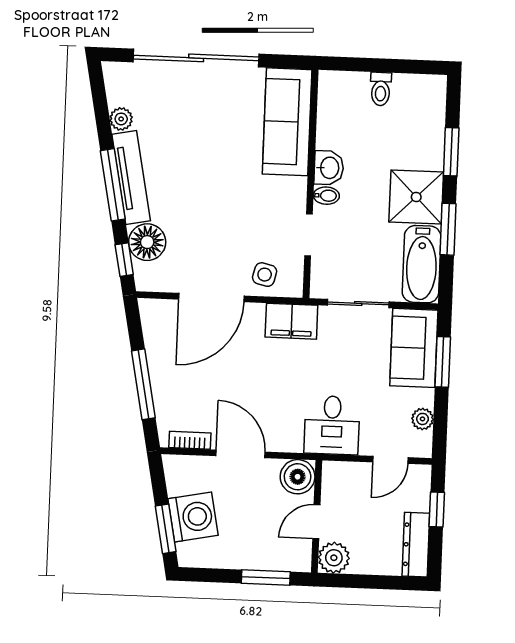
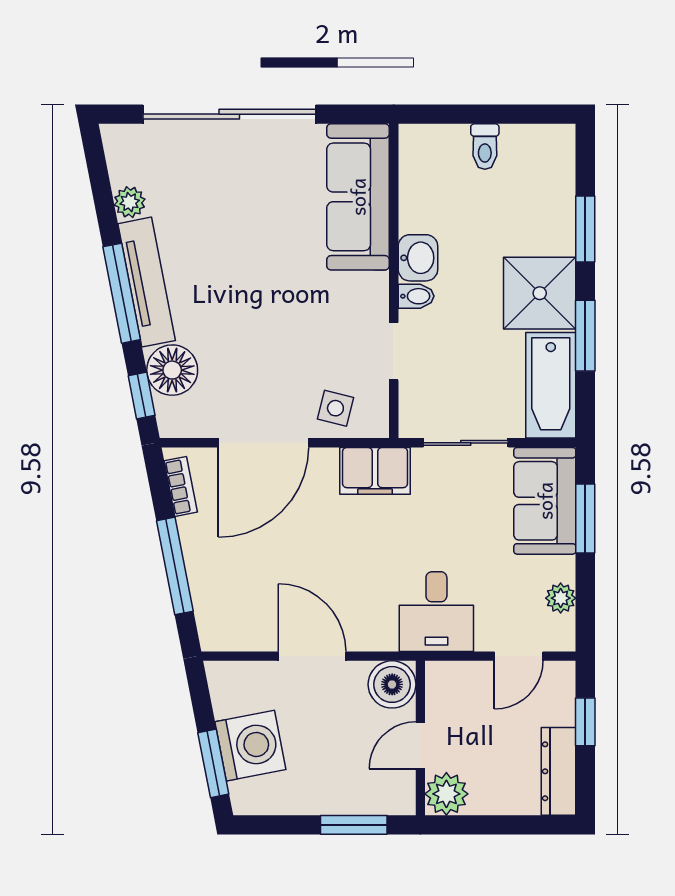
bookcase: (190, 440) -> (181, 486), moved, turned 79

